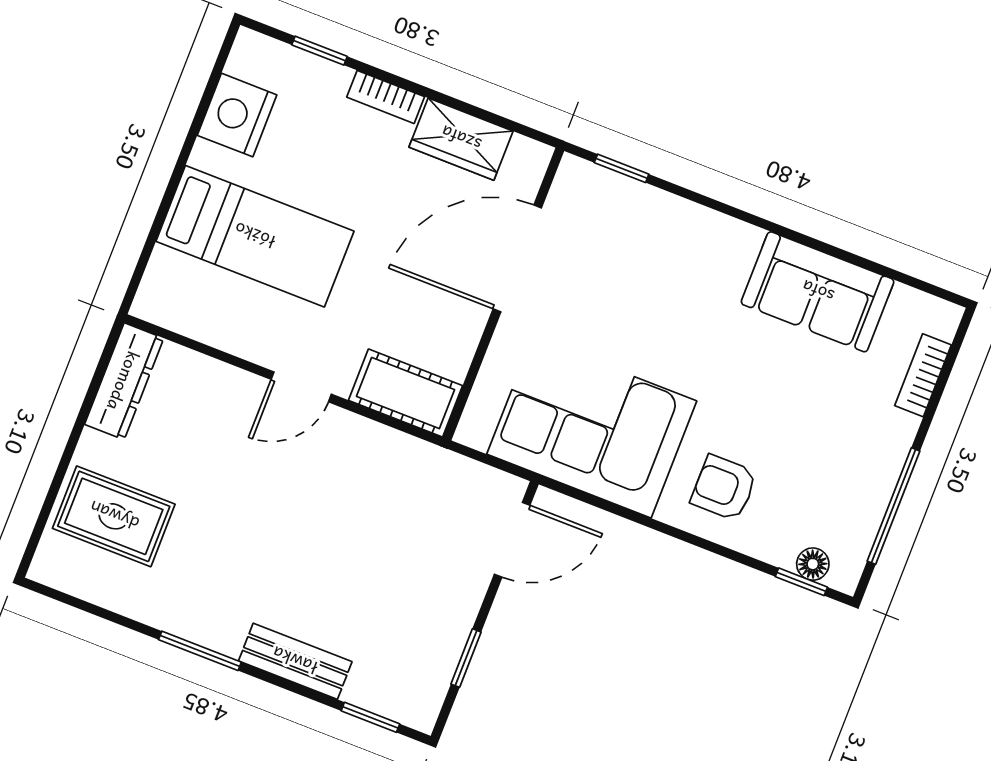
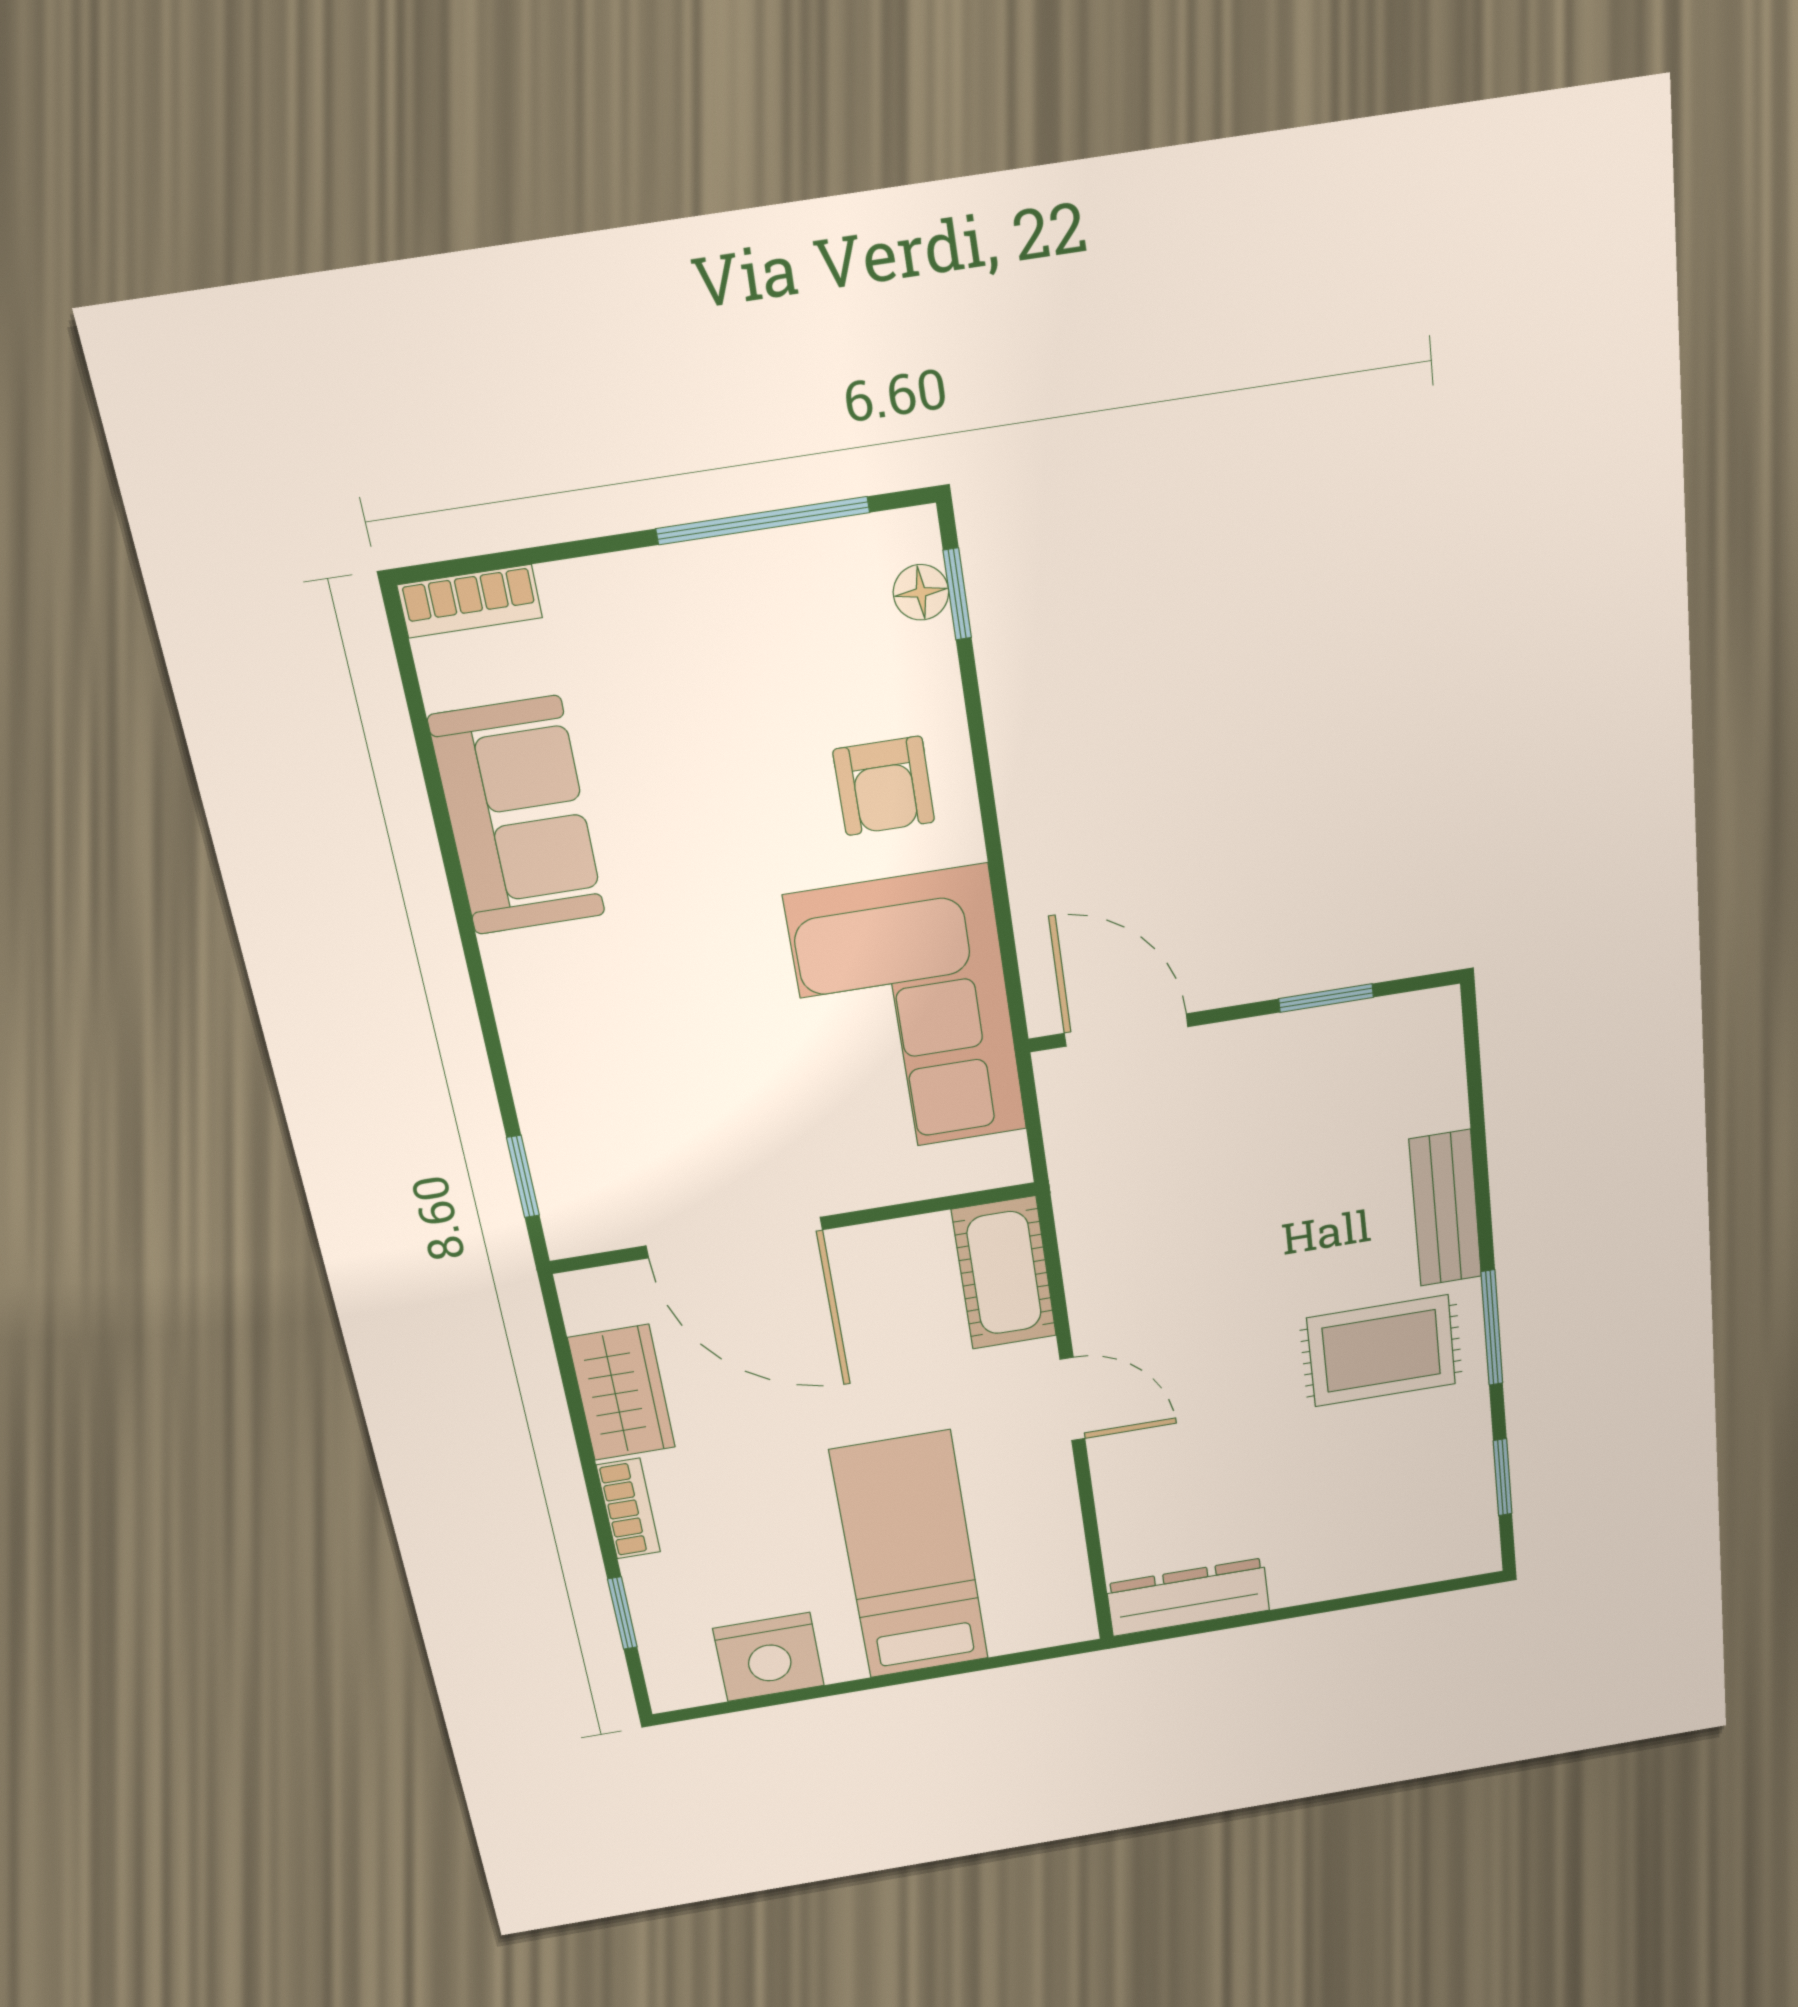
bookcase: (923, 375) -> (470, 601), moved
rug: (114, 516) -> (1381, 1351), moved, turned 90
window: (370, 717) -> (1503, 1477), moved

